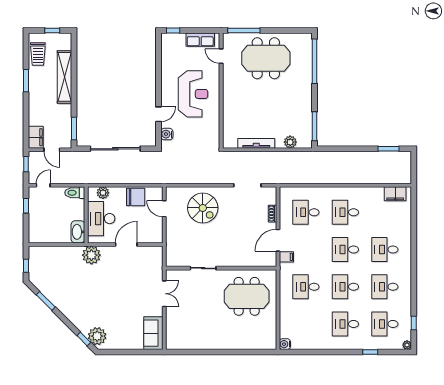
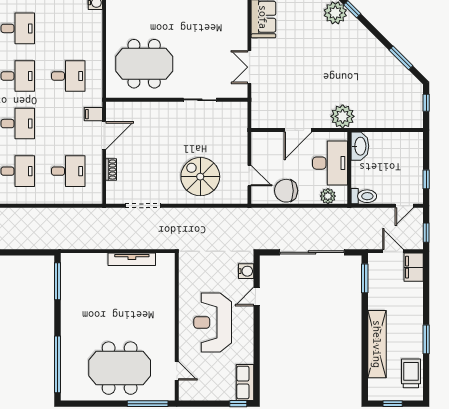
row of seats: (200, 40) -> (245, 383), moved, turned -90
plant: (290, 142) -> (88, 261), removed

